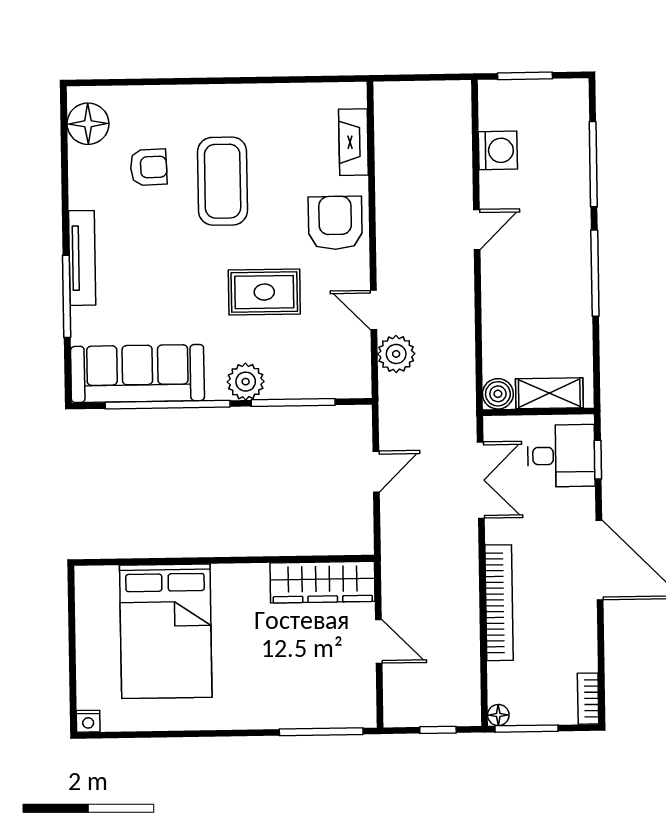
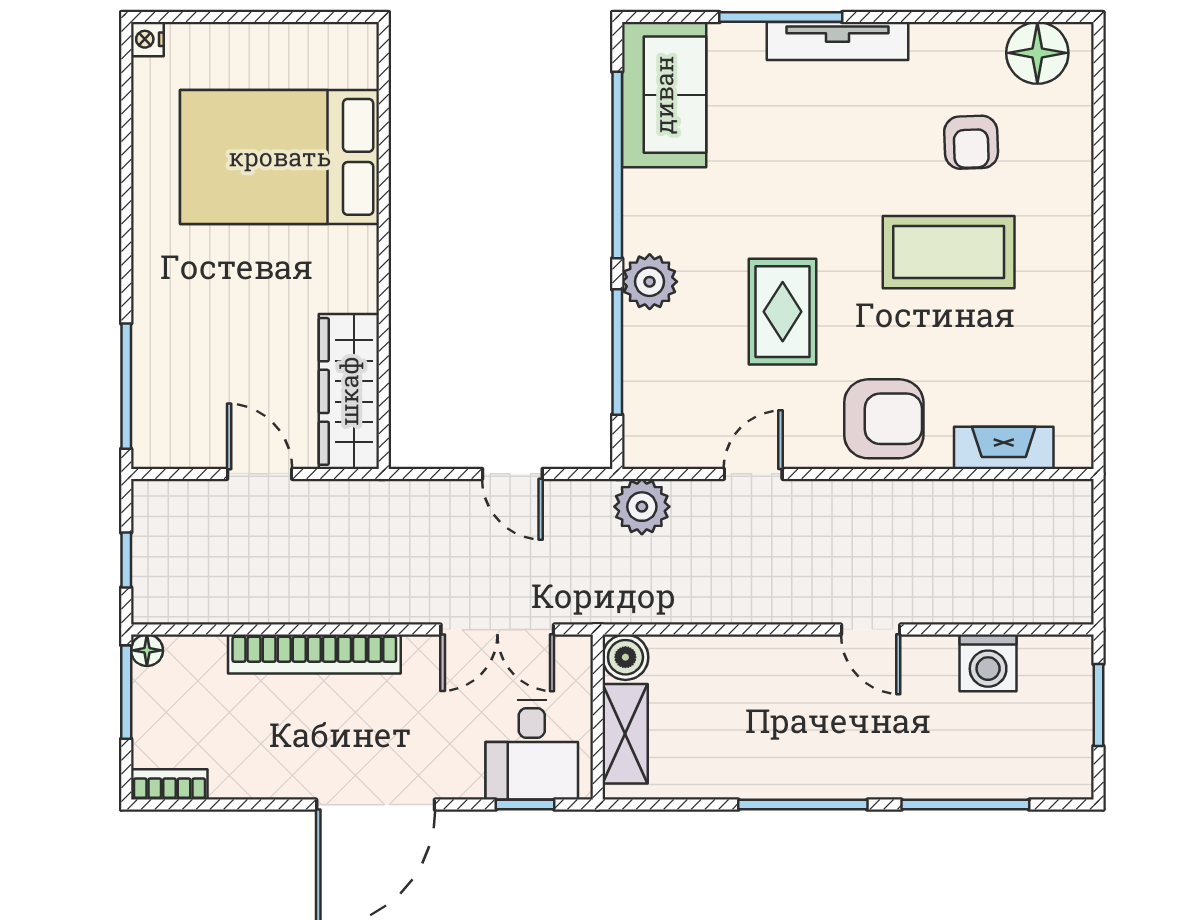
plant: (396, 354) -> (642, 507), moved
sofa: (137, 374) -> (664, 95), width x0.73
door: (379, 641) -> (260, 474), swing flipped

